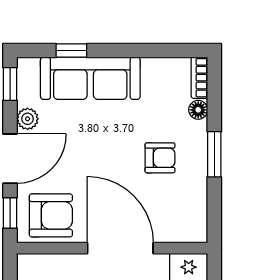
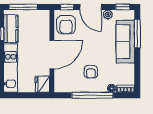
window: (71, 50) -> (137, 33), width x2.17
window: (214, 154) -> (92, 95), width x2.11

